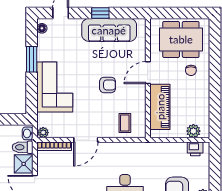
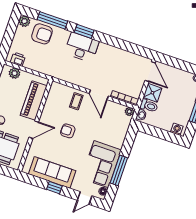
window: (32, 59) -> (119, 170), width x1.44
corner sofa: (55, 87) -> (101, 164), moved
coffee table: (125, 123) -> (76, 101), moved
door: (86, 140) -> (99, 95), swing flipped

